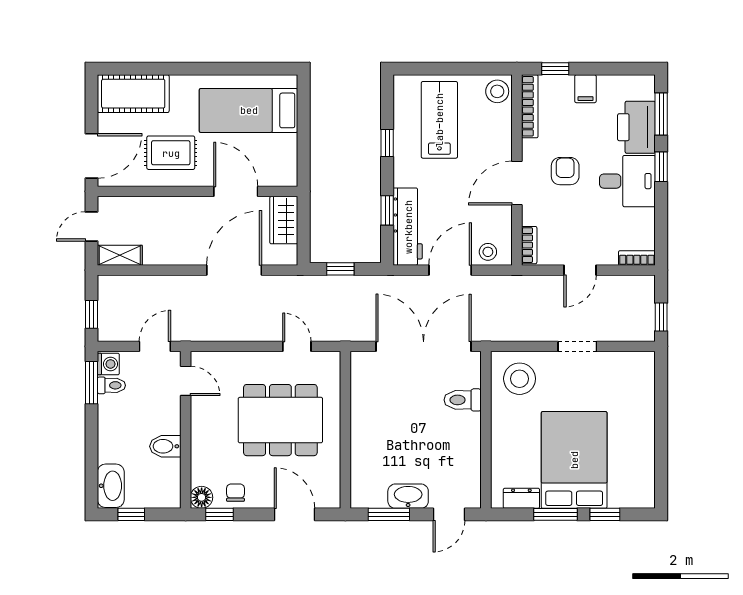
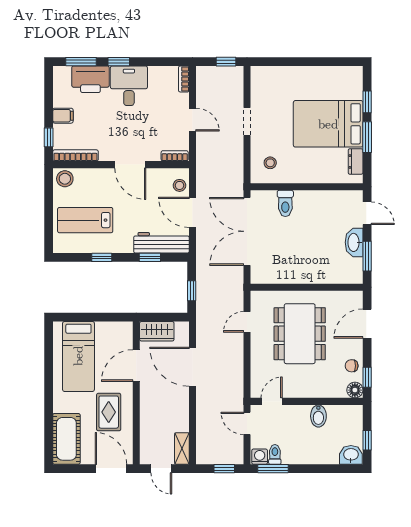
armchair: (565, 171) -> (122, 130), removed
stool: (520, 379) -> (270, 163), width x0.53, depth x0.53
washbasin: (111, 486) -> (351, 455), width x0.72

